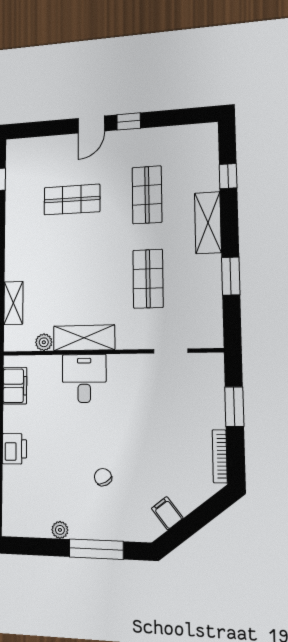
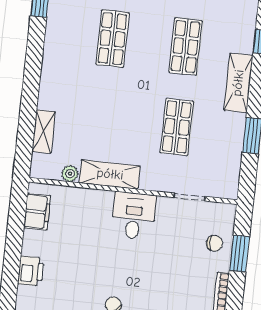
shop shelf: (72, 200) -> (113, 39), turned 90
desk: (84, 378) -> (134, 216), moved
chair: (205, 398) -> (215, 243), added

